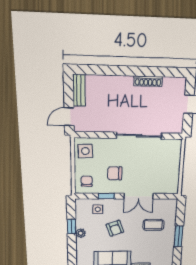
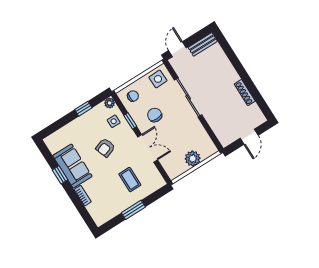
door: (69, 117) -> (177, 49), hinge flipped
sliding door: (139, 136) -> (188, 97), moved
plant: (172, 165) -> (193, 158), added
double door: (139, 196) -> (148, 148), swing flipped
plant: (81, 233) -> (110, 103), moved

